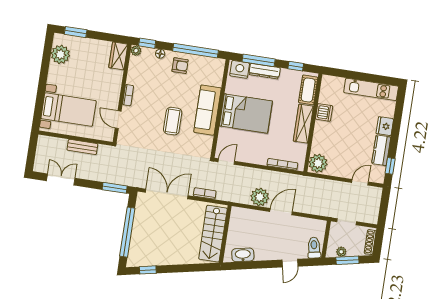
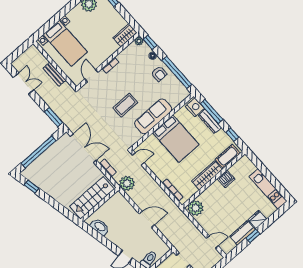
window: (390, 166) -> (253, 236), moved
plant: (260, 197) -> (127, 183), moved

